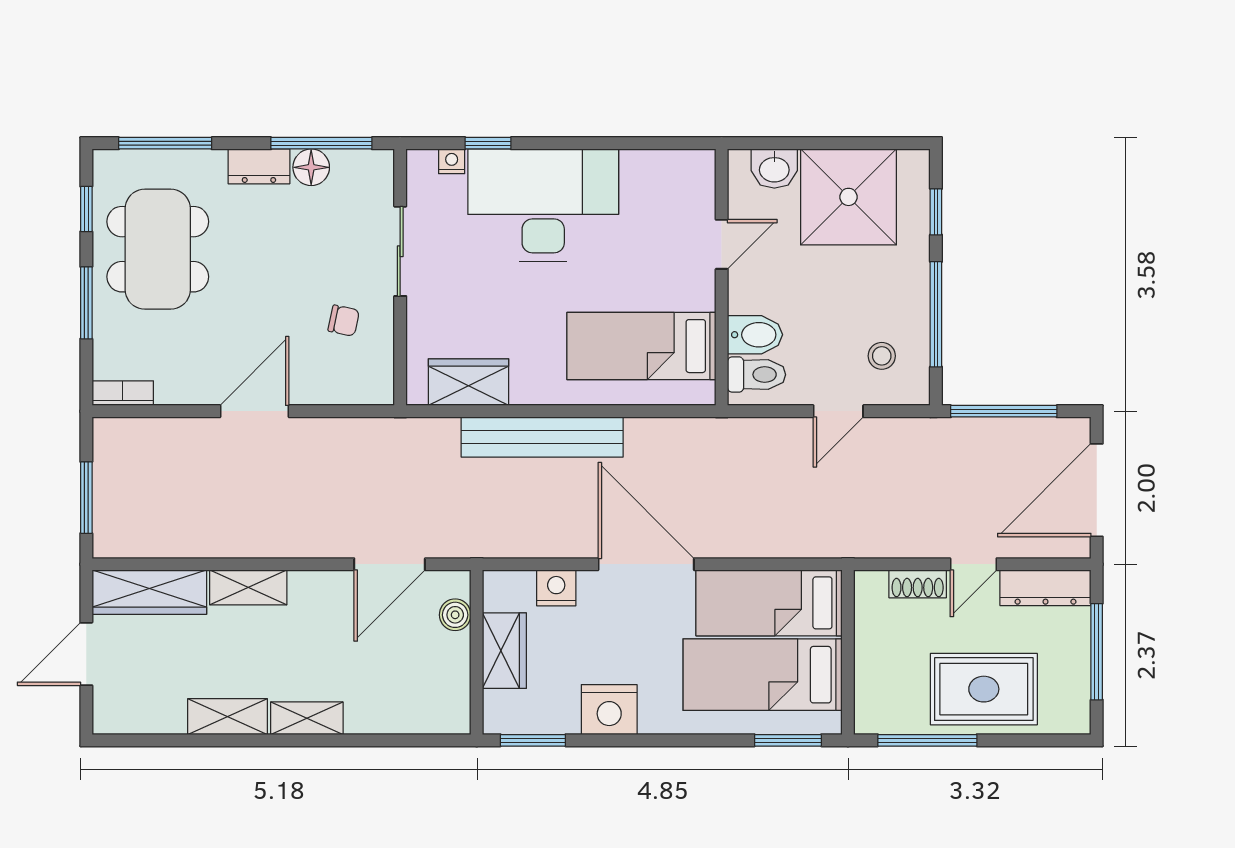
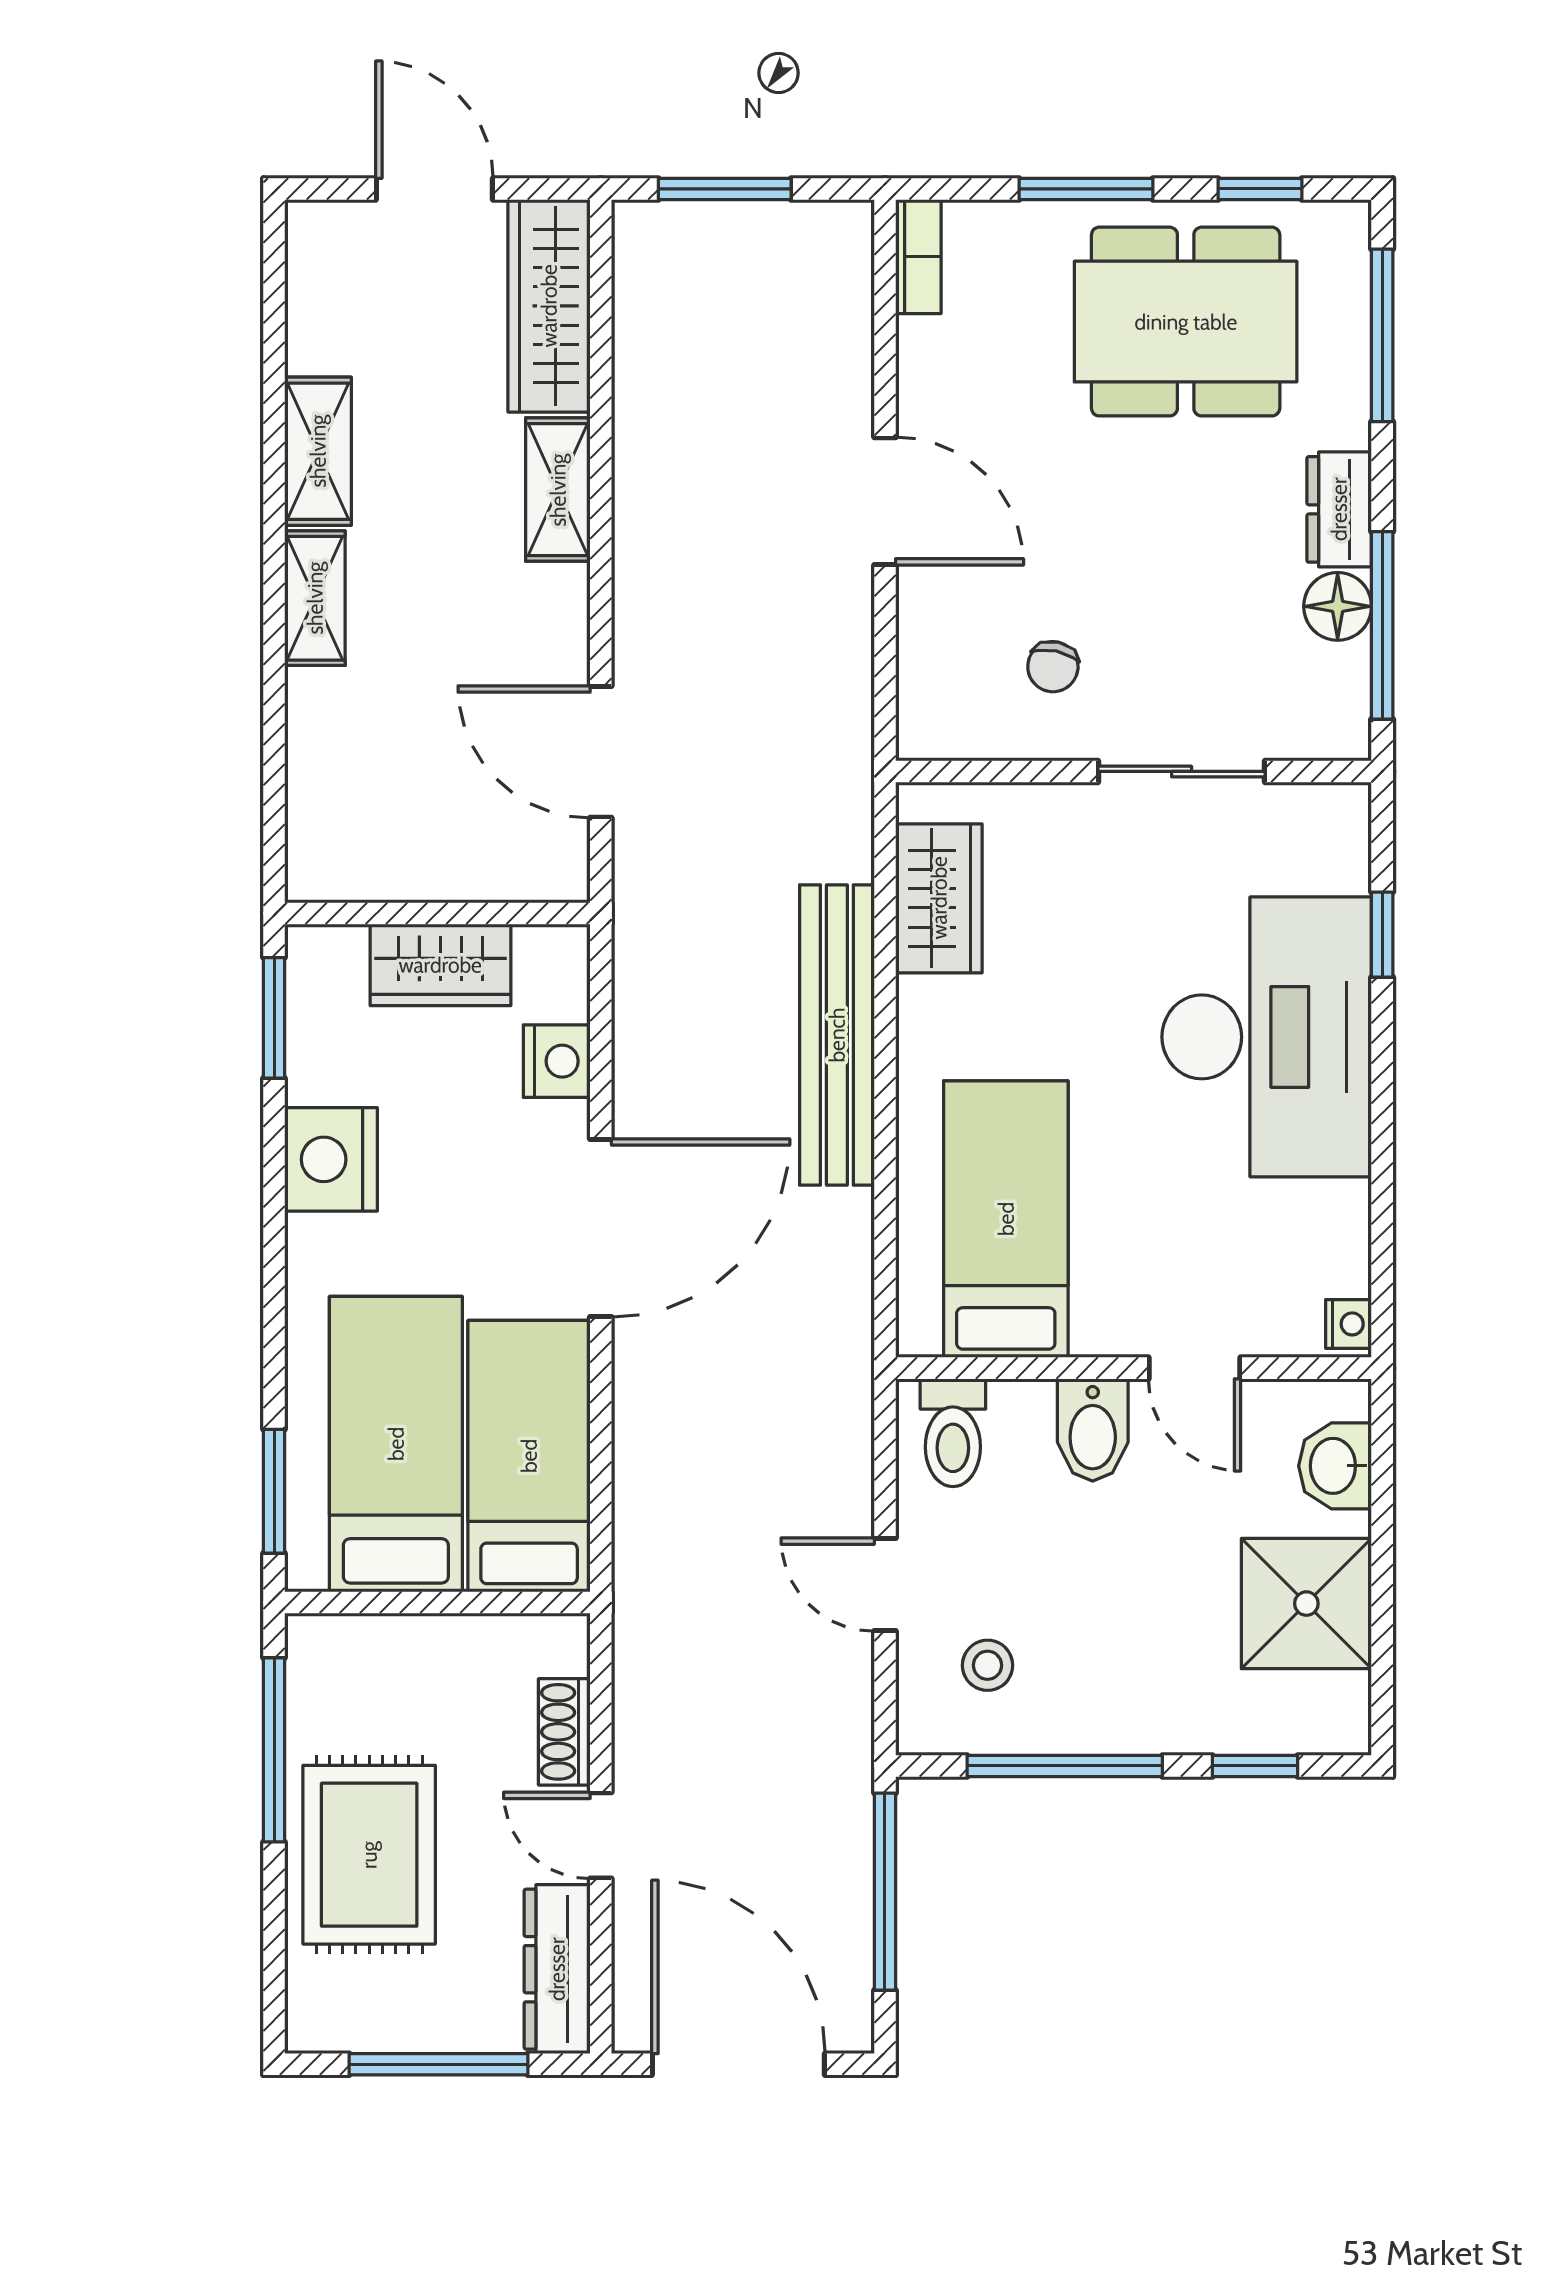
nightstand: (452, 161) -> (1349, 1324), moved
shower: (848, 197) -> (1306, 1604), width x0.73, depth x0.73
bidet: (755, 335) -> (1093, 1430), moved
boiler: (455, 615) -> (507, 873), removed

